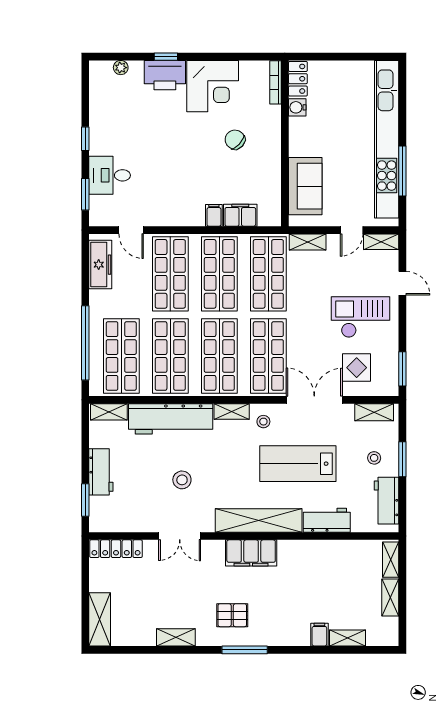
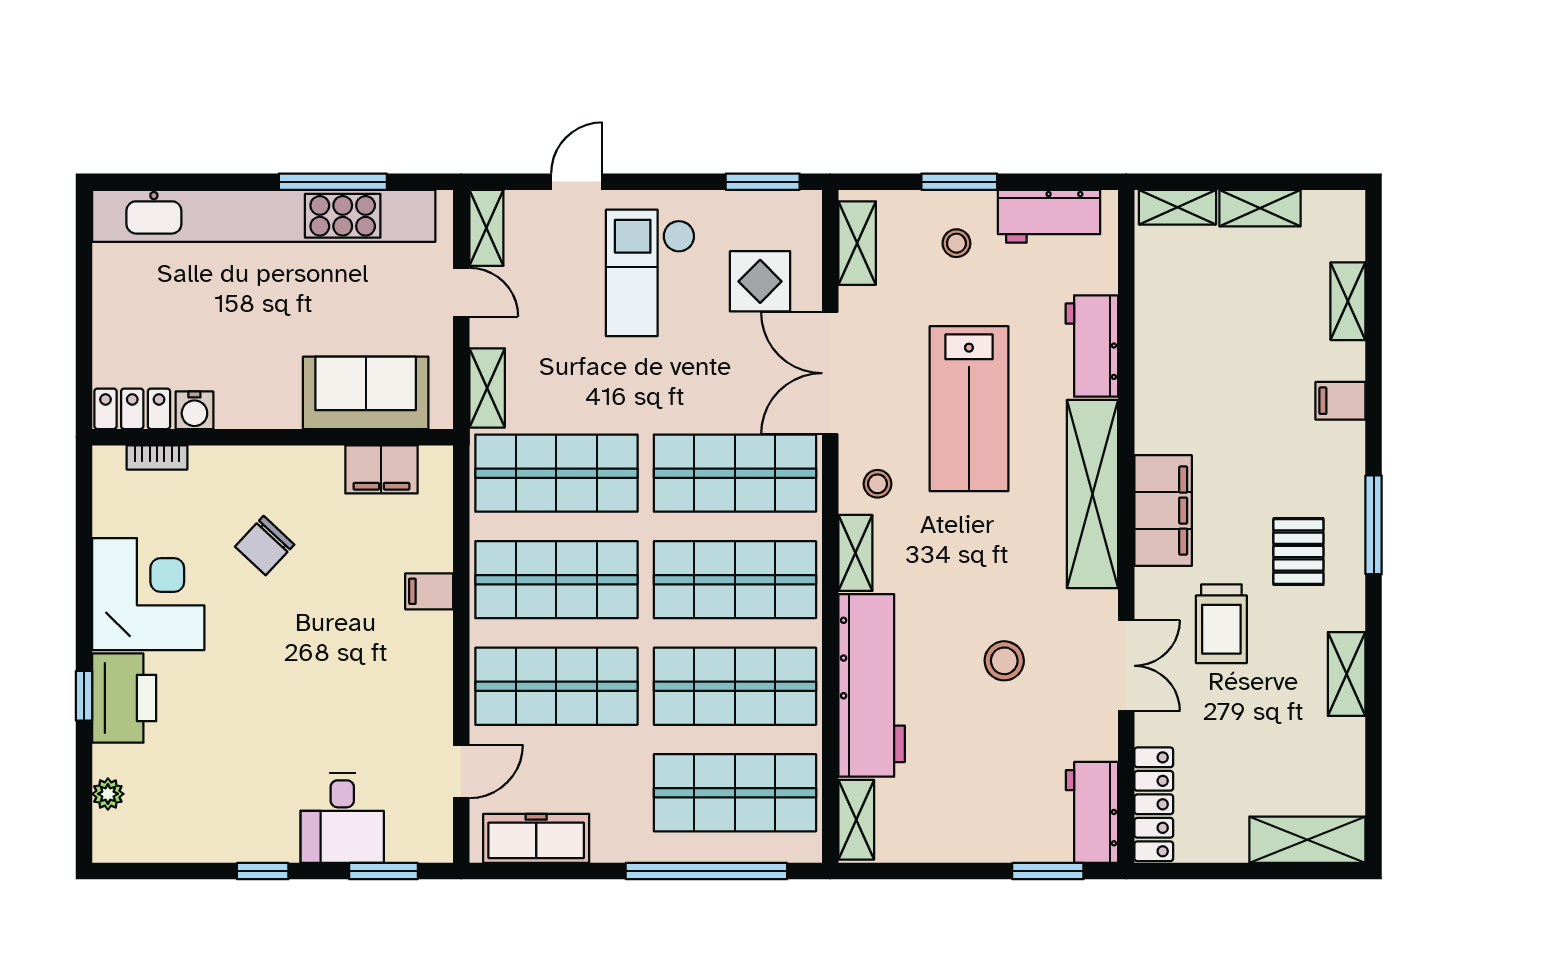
bookcase: (276, 82) -> (157, 457), width x0.64
filing cabinet: (240, 215) -> (381, 469), moved, turned -90
workbench: (101, 472) -> (1092, 812), moved, turned -90
trolley: (199, 580) -> (1221, 624), added
filing cabinet: (319, 635) -> (1340, 401), moved

